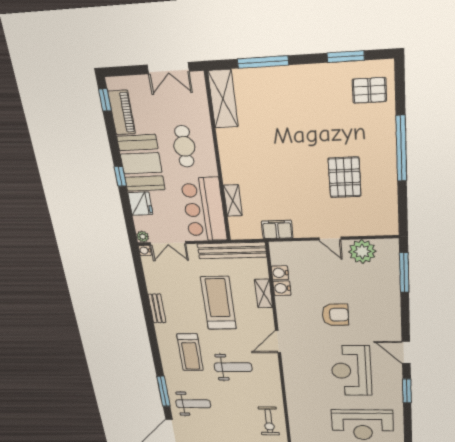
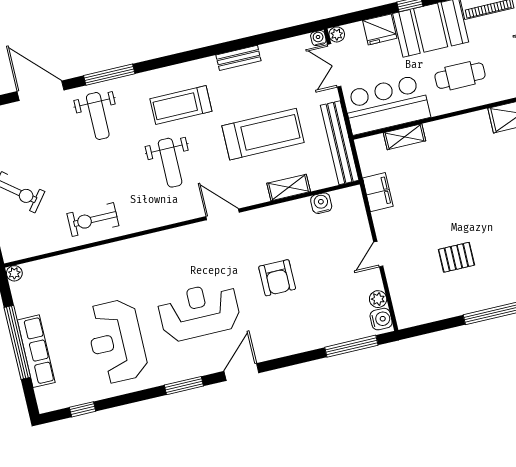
pallet: (345, 177) -> (456, 257), width x0.67, depth x0.71
plant: (362, 252) -> (378, 299), width x0.53, depth x0.53
water cooler: (282, 288) -> (381, 319), moved, turned 90

